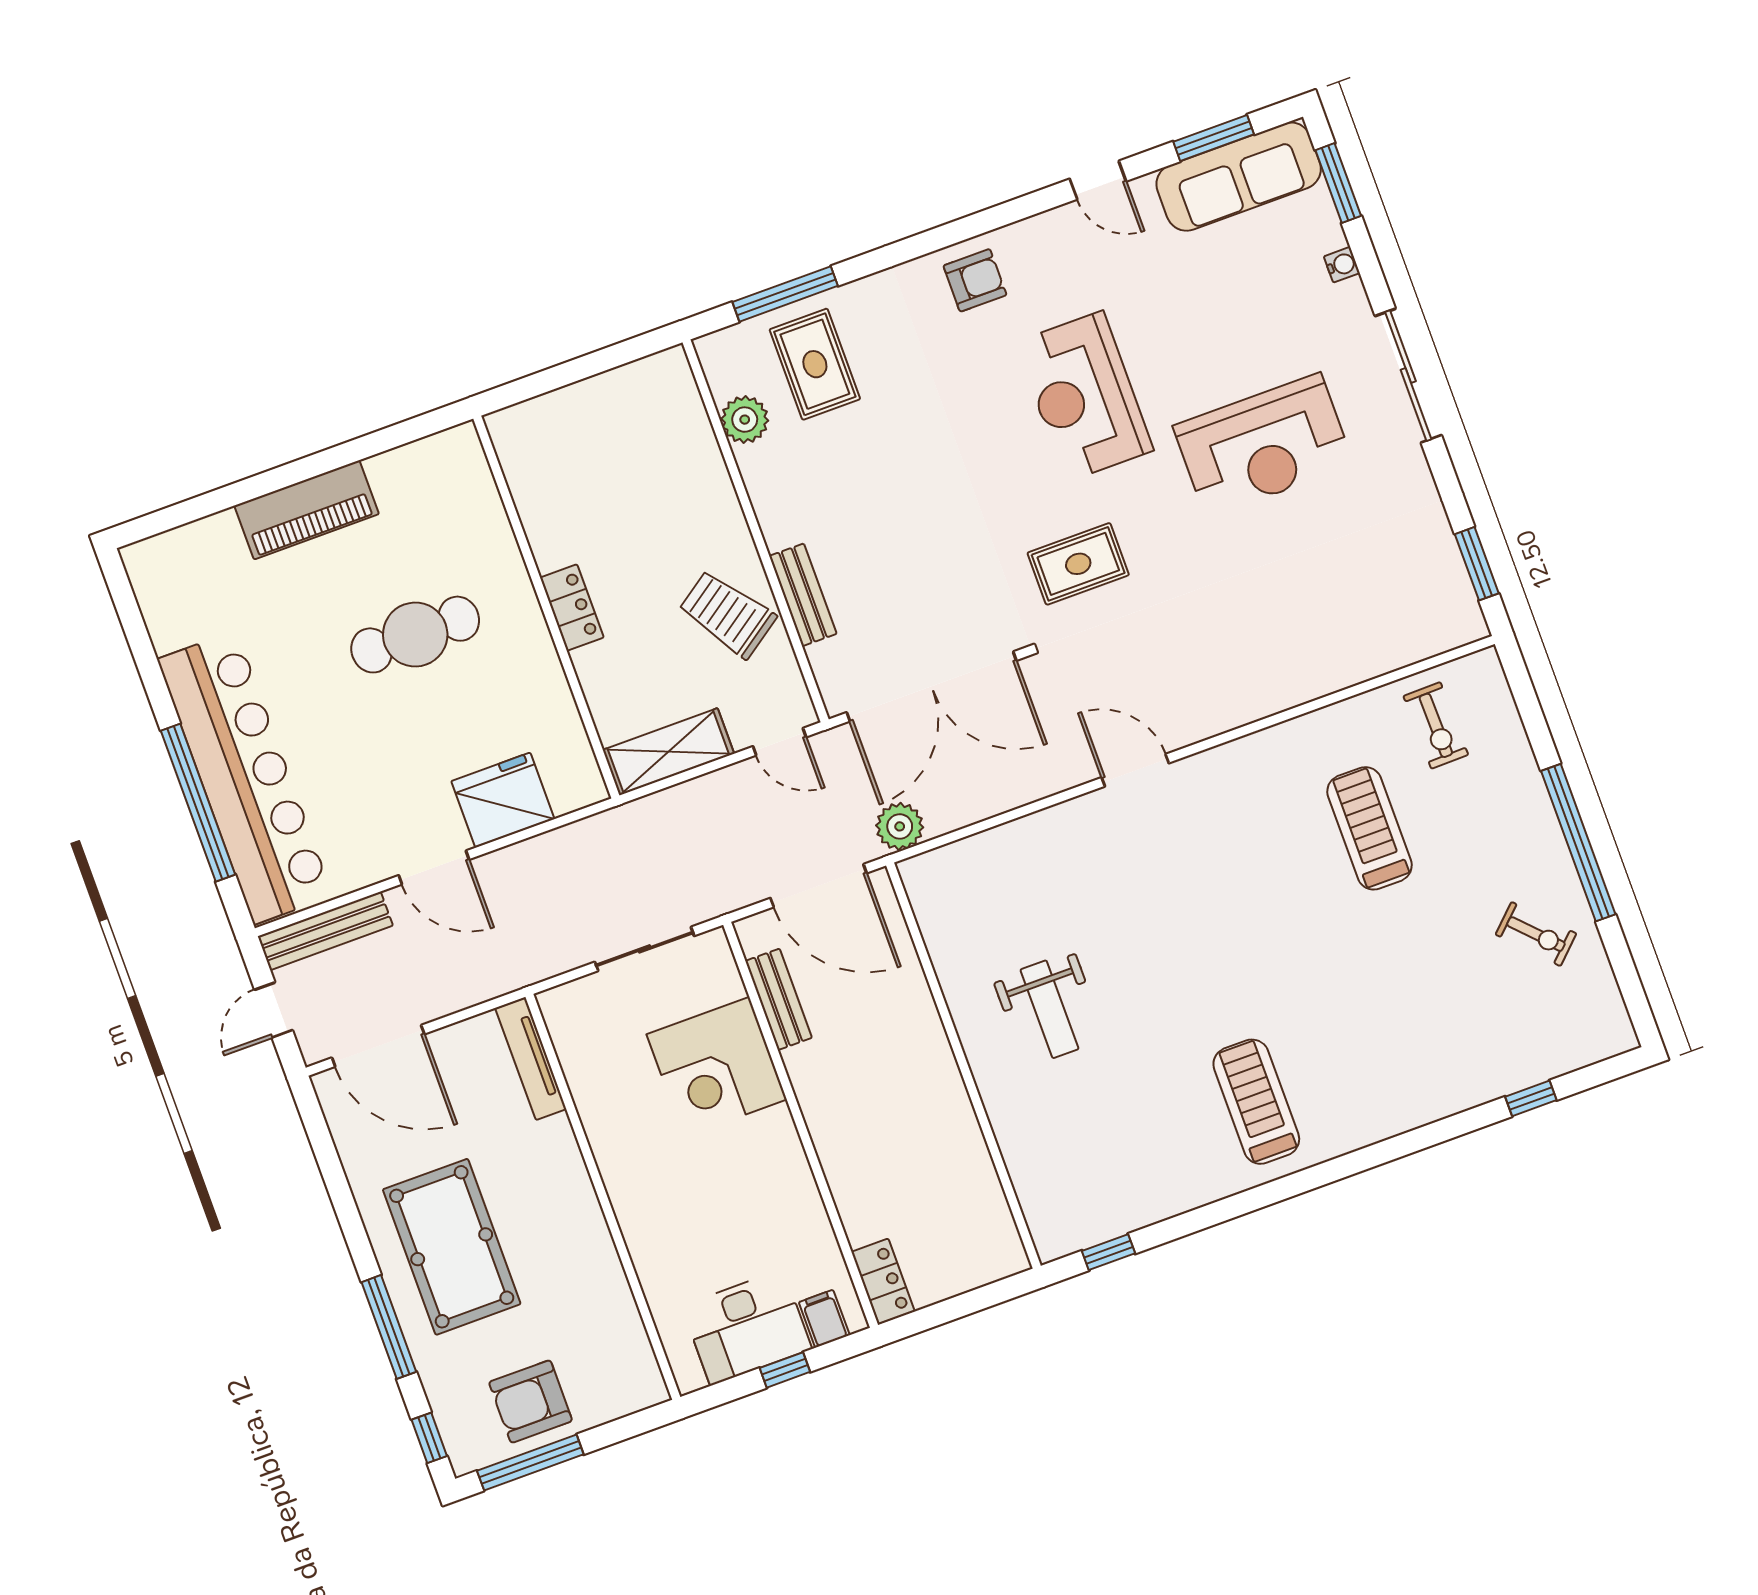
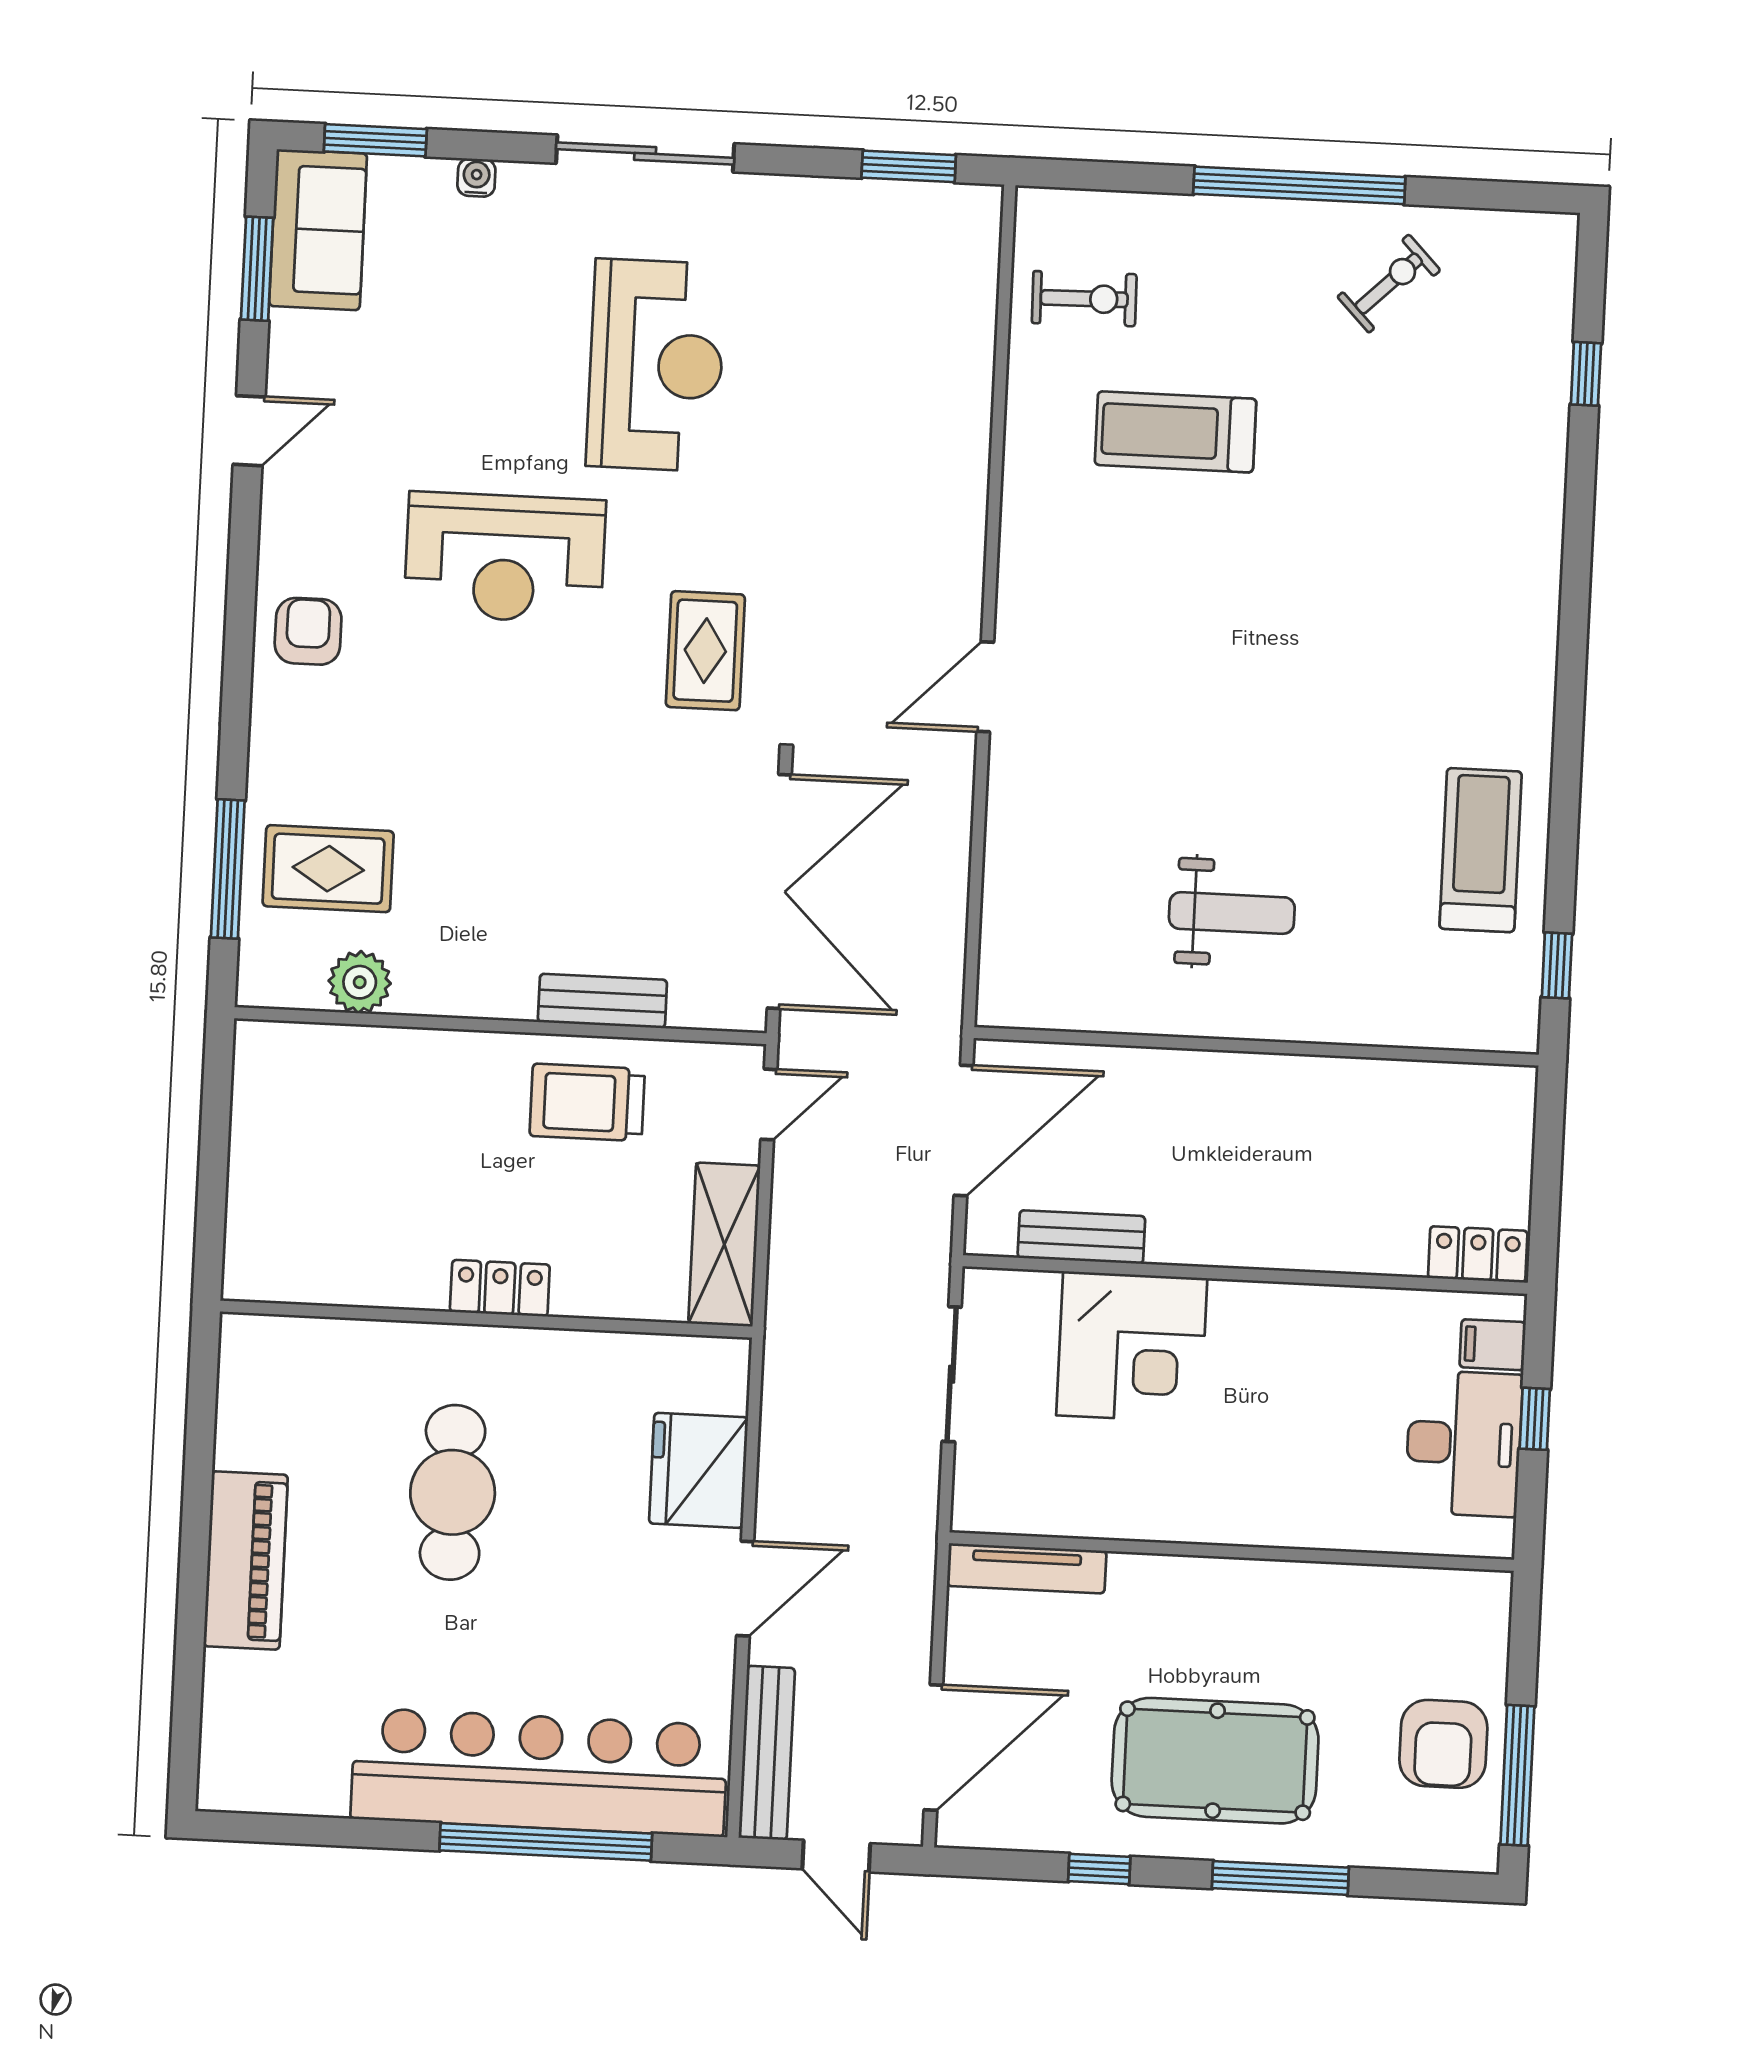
sofa: (1239, 177) -> (318, 230), width x0.73
trolley: (727, 614) -> (587, 1102), turned 35
plant: (900, 826) -> (933, 1002), removed
treadmill: (1256, 1102) -> (1481, 850), moved, turned 90
window: (429, 1438) -> (1099, 1869), moved

